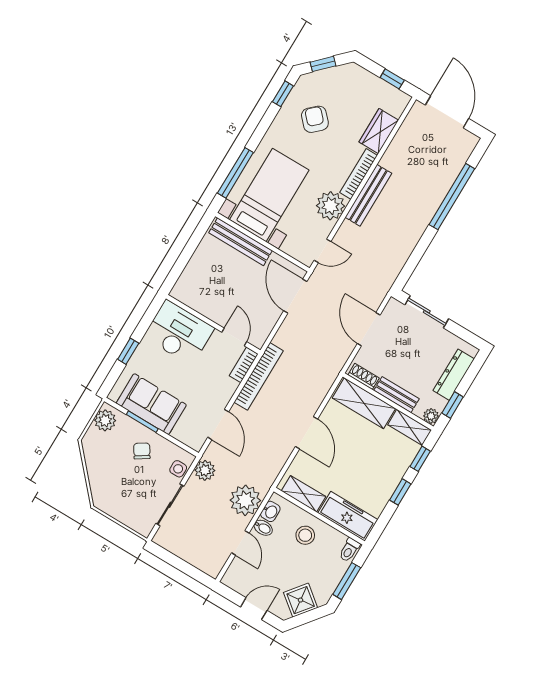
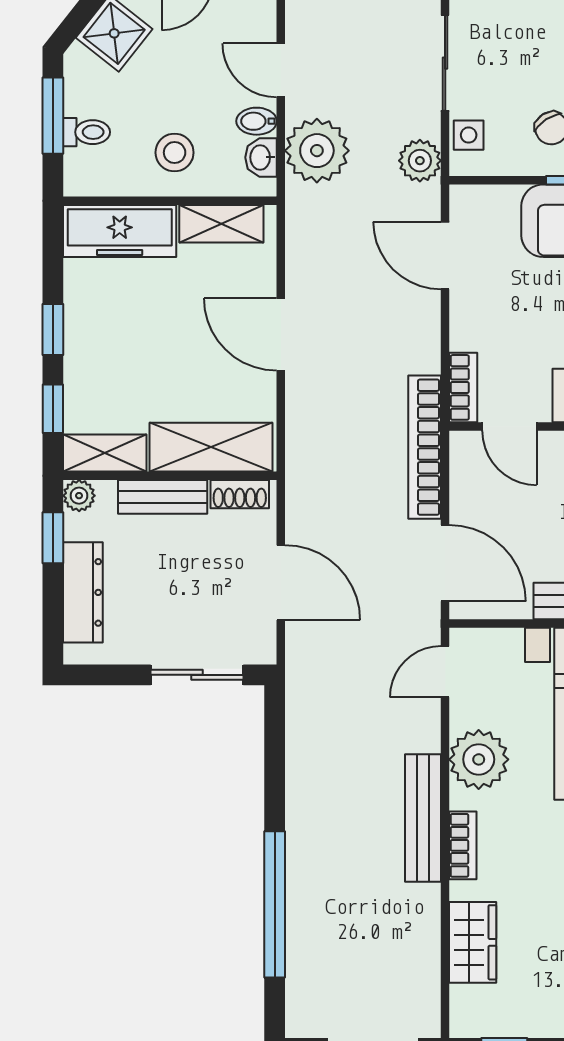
bookcase: (359, 174) -> (463, 845), width x0.64
bookcase: (259, 376) -> (425, 447), moved
toilet: (349, 550) -> (87, 132), moved, turned 90

